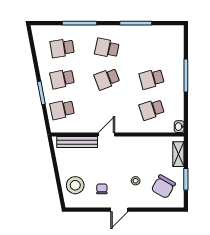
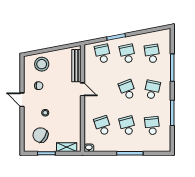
school desk: (152, 48) -> (152, 126), added

